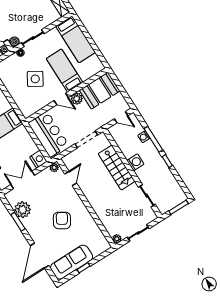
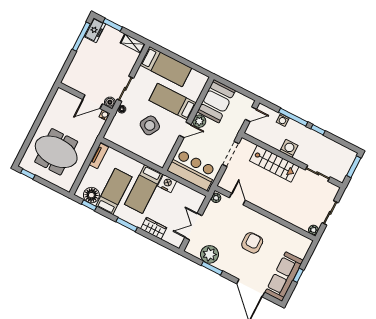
nightstand: (38, 159) -> (167, 184), moved
armchair: (62, 220) -> (252, 243), turned 58

